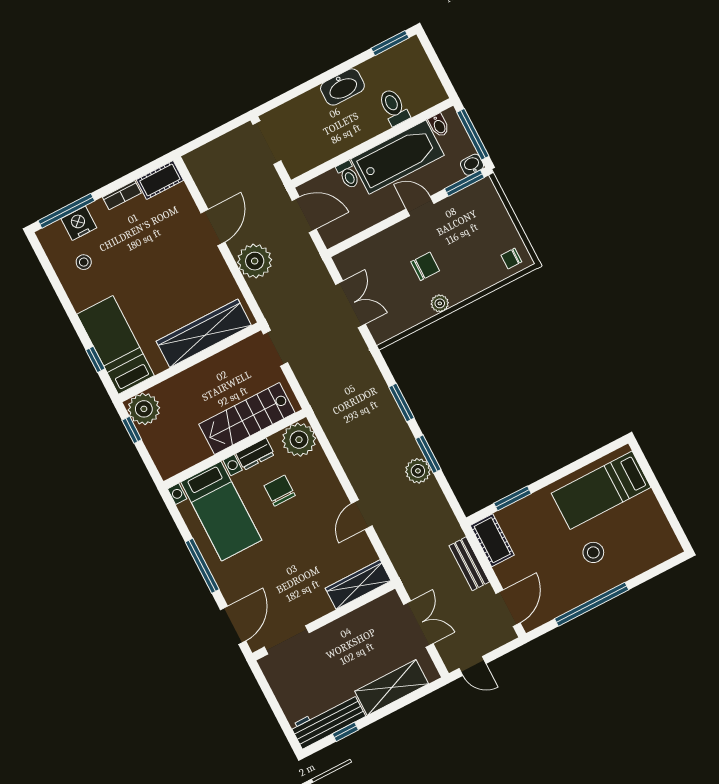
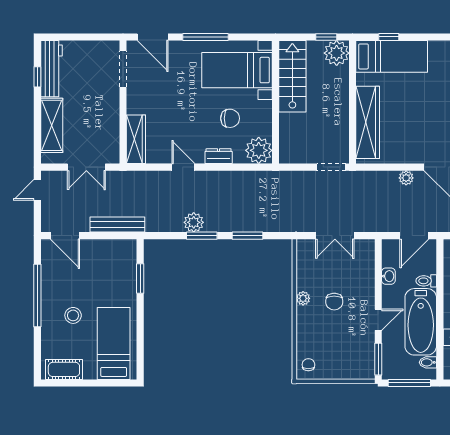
washbasin: (472, 165) -> (388, 276), moved
plant: (255, 261) -> (406, 178), width x0.53, depth x0.53
stairs: (247, 418) -> (292, 76), moved
dresser: (255, 454) -> (219, 156), moved, turned 90
cot: (492, 540) -> (64, 369), moved
bench: (469, 564) -> (117, 225), width x1.36

